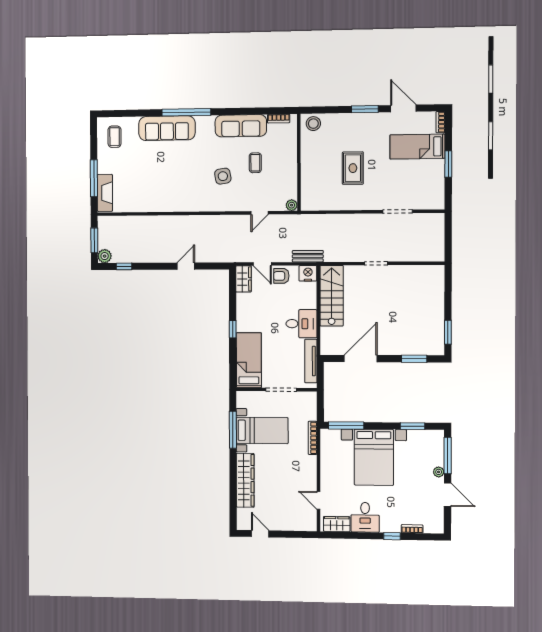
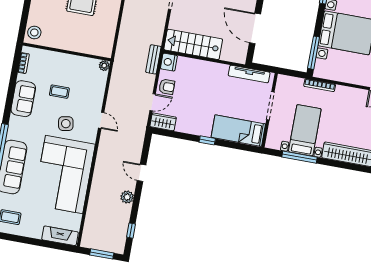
sofa: (241, 126) -> (23, 99), width x0.73
window: (94, 178) -> (44, 244), removed
corner sofa: (169, 185) -> (64, 175), added
door: (259, 213) -> (101, 120), moved
plant: (105, 256) -> (127, 197), moved
armchair: (281, 276) -> (167, 87), turned -90
desk: (301, 324) -> (214, 76), removed

